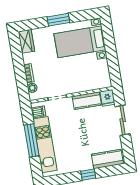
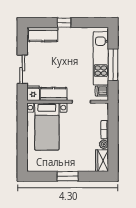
bed with nightstands: (80, 42) -> (47, 126), moved, turned 90
plant: (32, 88) -> (104, 144), moved

